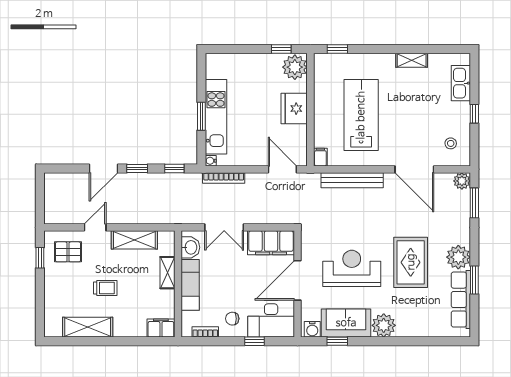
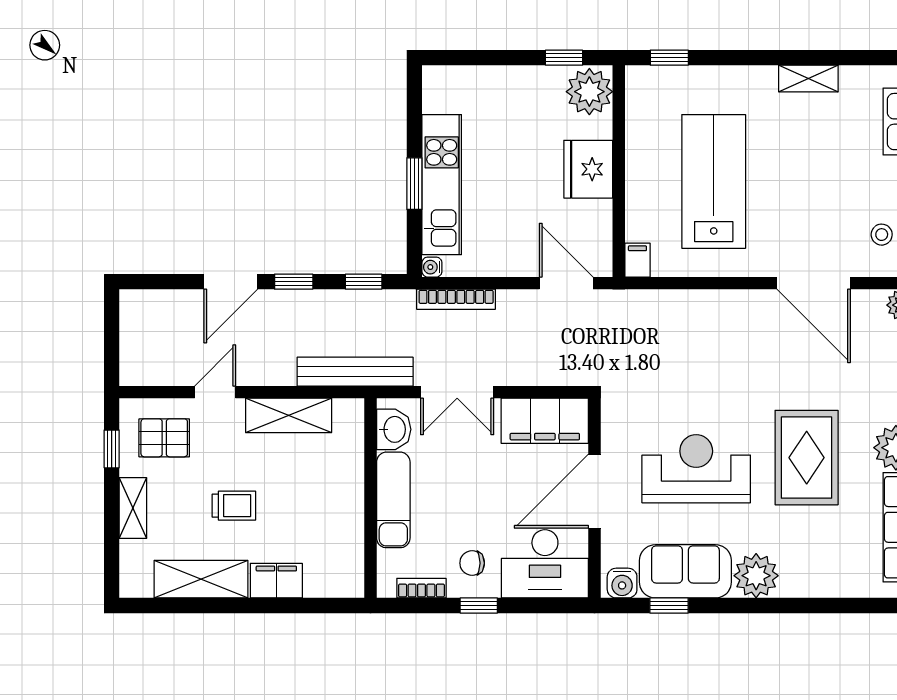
bench: (352, 180) -> (355, 372), moved
shelving: (167, 273) -> (133, 508), moved
filing cabinet: (161, 328) -> (276, 581), moved
window: (254, 341) -> (479, 606), moved

